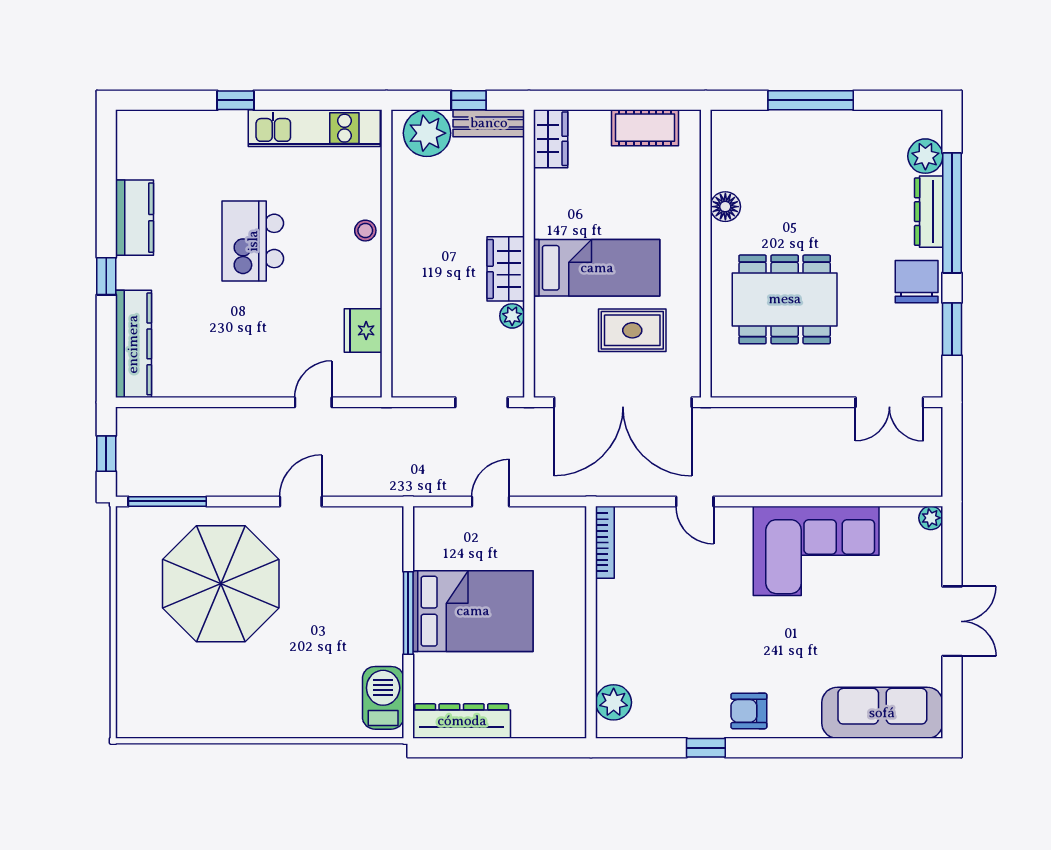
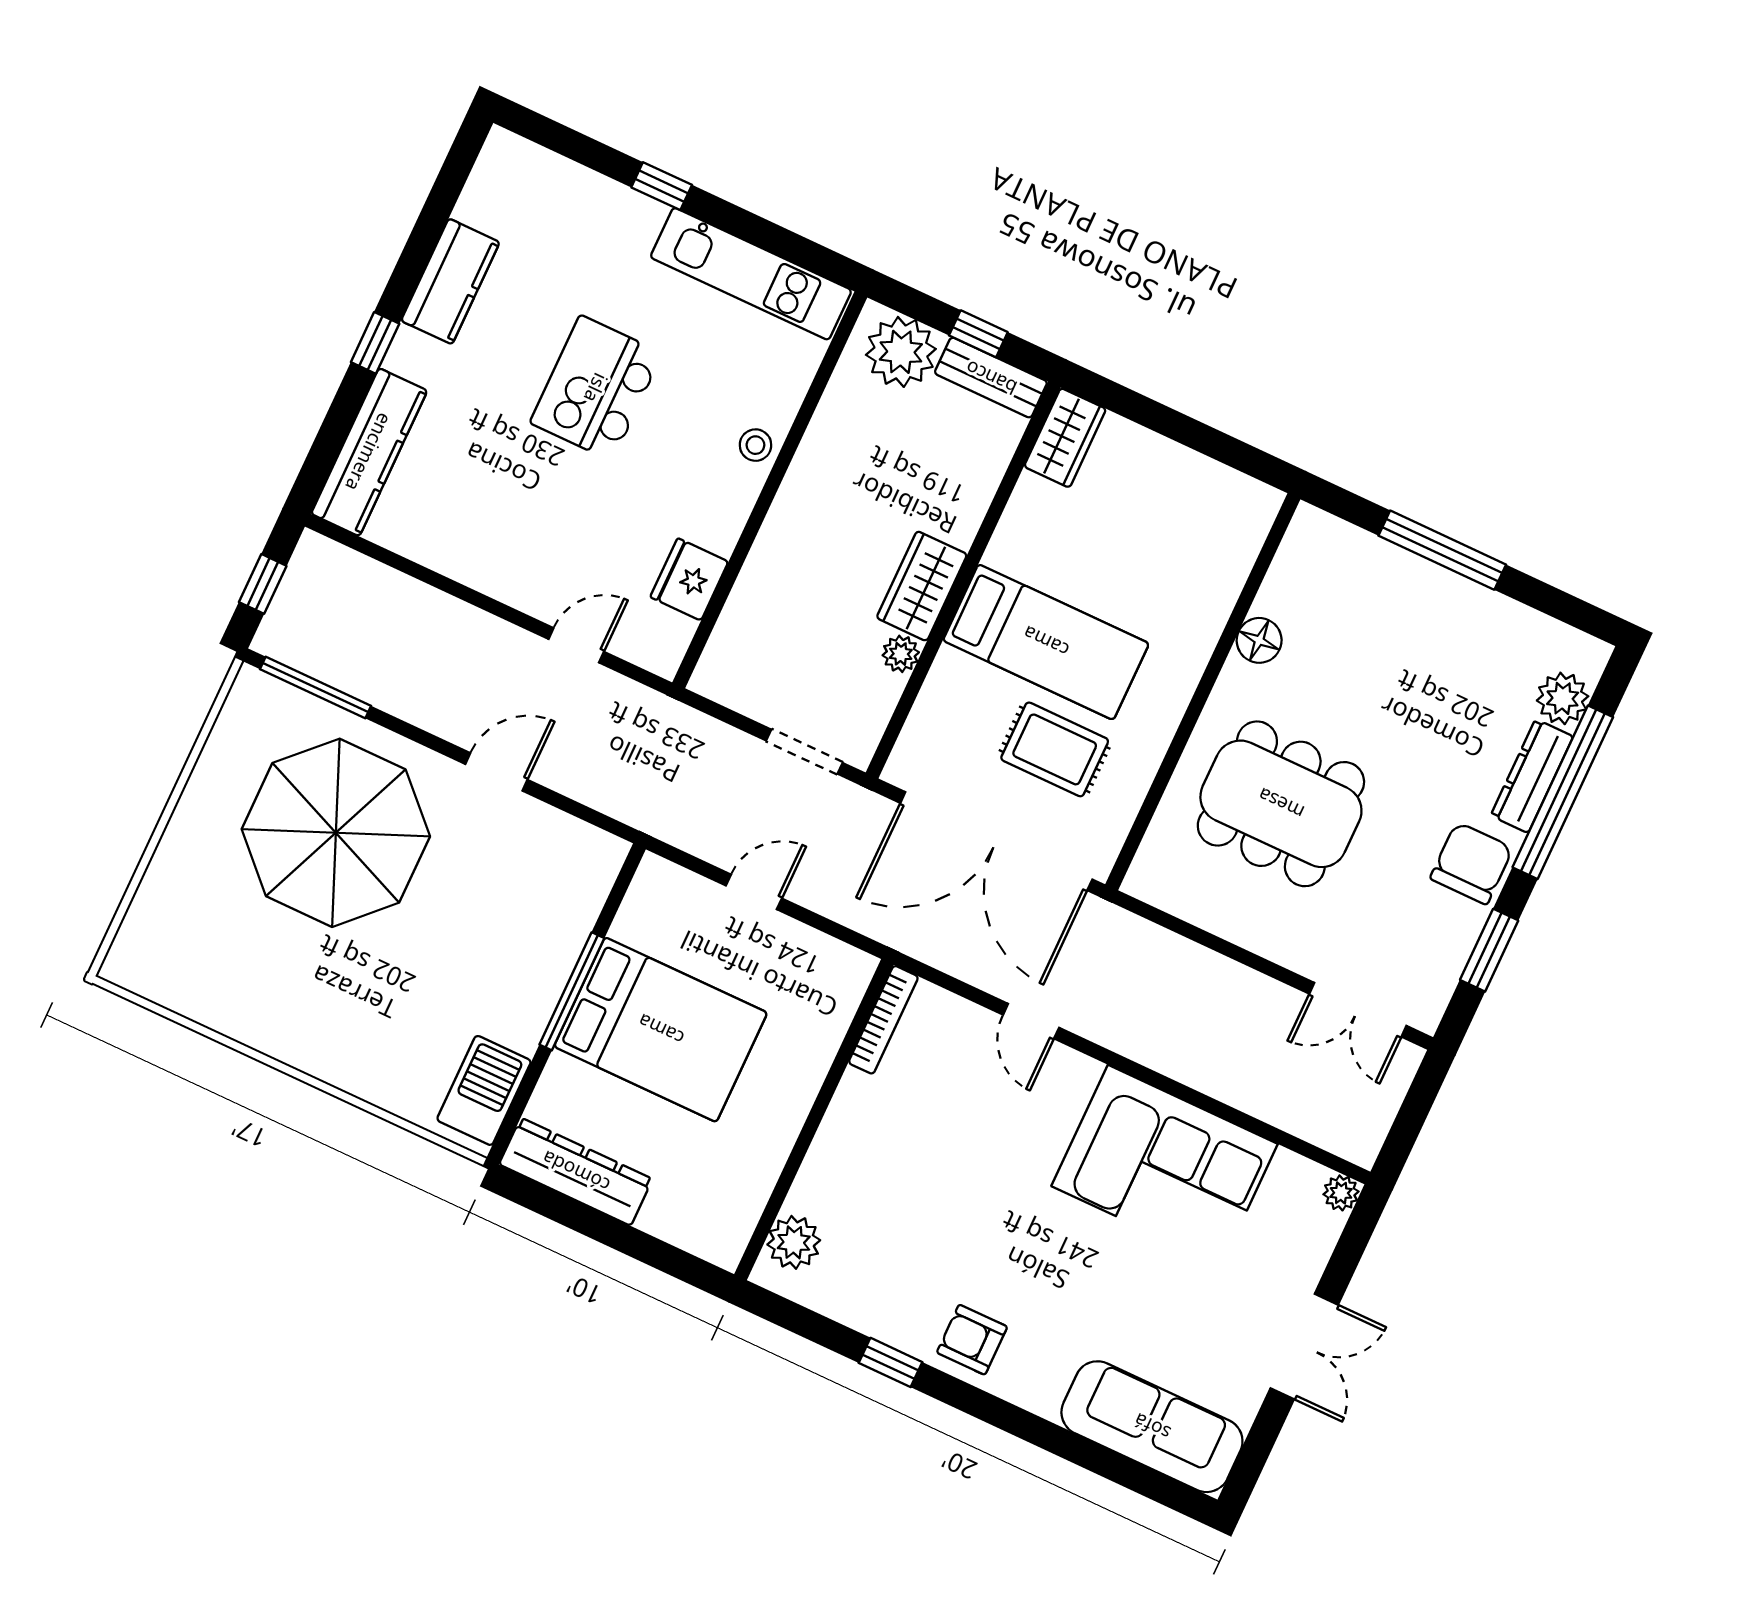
cot: (645, 128) -> (1200, 482), removed

